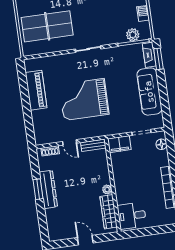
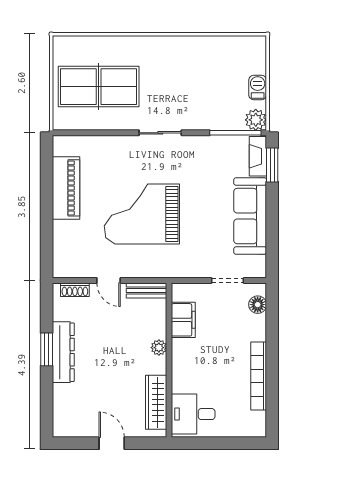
plant: (133, 35) -> (256, 120), moved
filing cabinet: (119, 144) -> (183, 320), moved, turned -90
plant: (107, 189) -> (159, 348), moved

